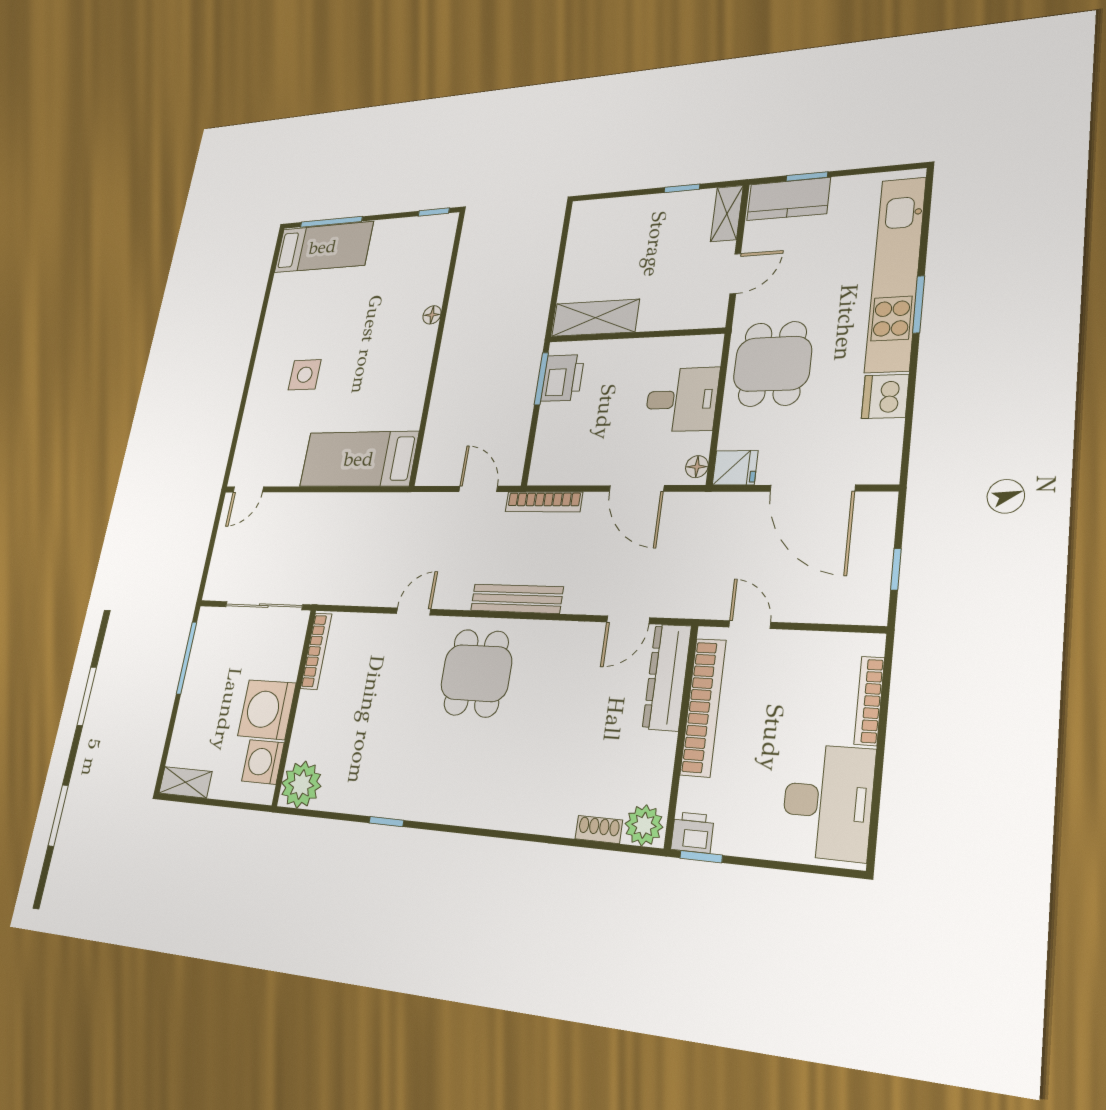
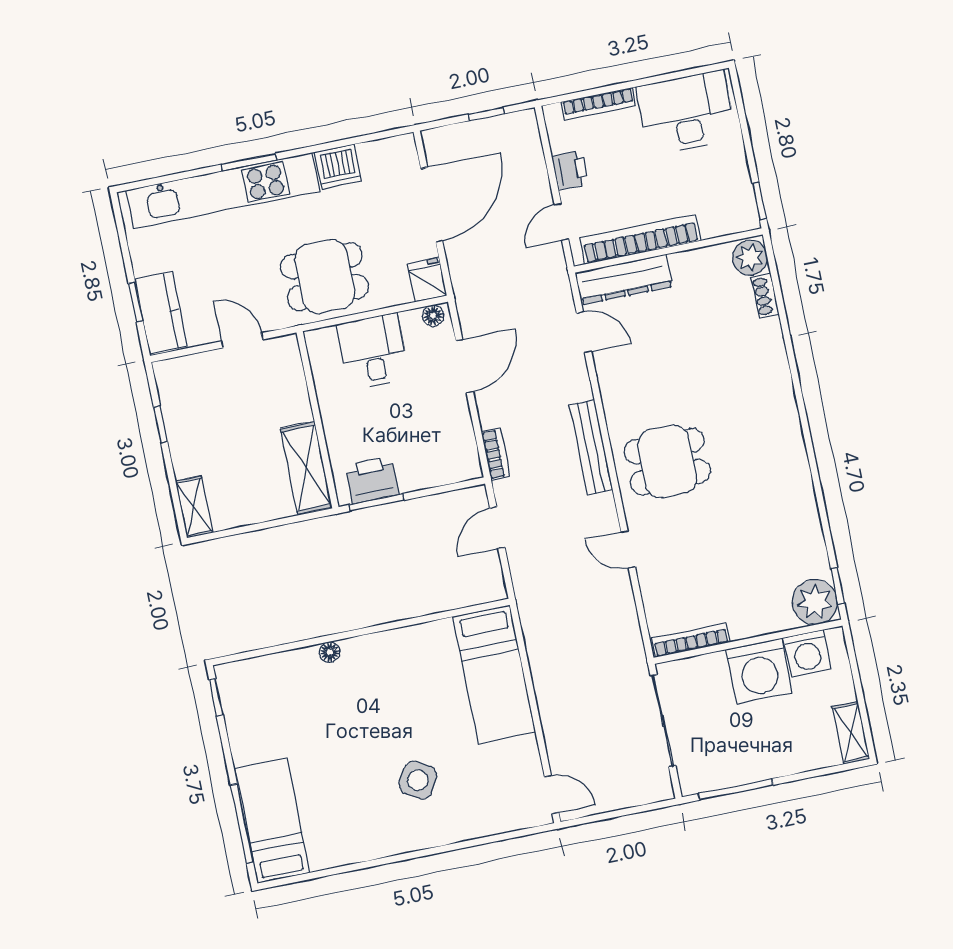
shelving: (727, 214) -> (194, 507), moved, turned 90
side table: (305, 375) -> (418, 780), turned 30
bookcase: (544, 502) -> (496, 454), width x0.64
window: (386, 822) -> (838, 586), moved
printer: (692, 832) -> (570, 170), moved, turned 180

